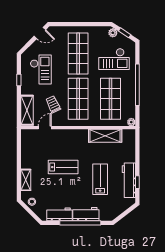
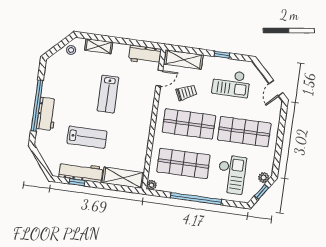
checkout: (114, 59) -> (231, 175), turned 180
door: (45, 128) -> (159, 78), hinge flipped
shelving: (105, 136) -> (123, 178), moved, turned 90
workbench: (59, 214) -> (145, 55), moved, turned 90

